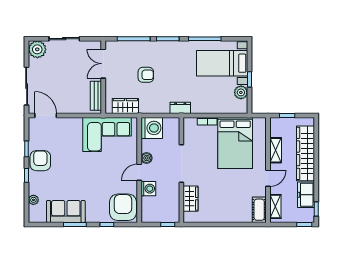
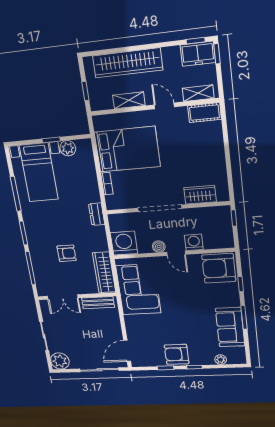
armchair: (146, 75) -> (67, 253), turned 90
wardrobe: (125, 106) -> (104, 272), width x1.50
freezer: (306, 195) -> (198, 54), moved

